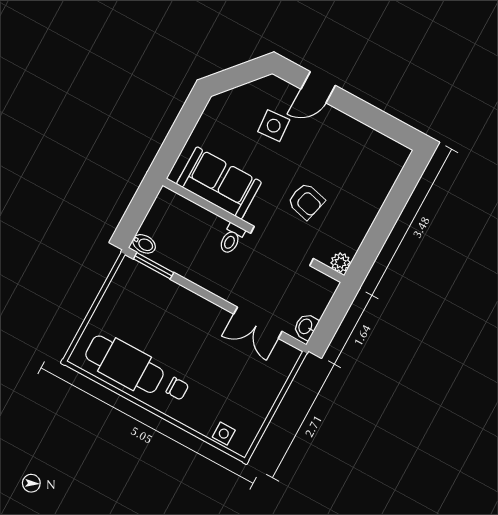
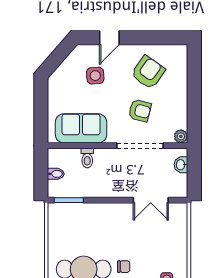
armchair: (343, 158) -> (148, 72), added
toilet: (231, 239) -> (87, 158), moved
bidet: (144, 244) -> (56, 174), moved
washbasin: (306, 327) -> (181, 165), moved

